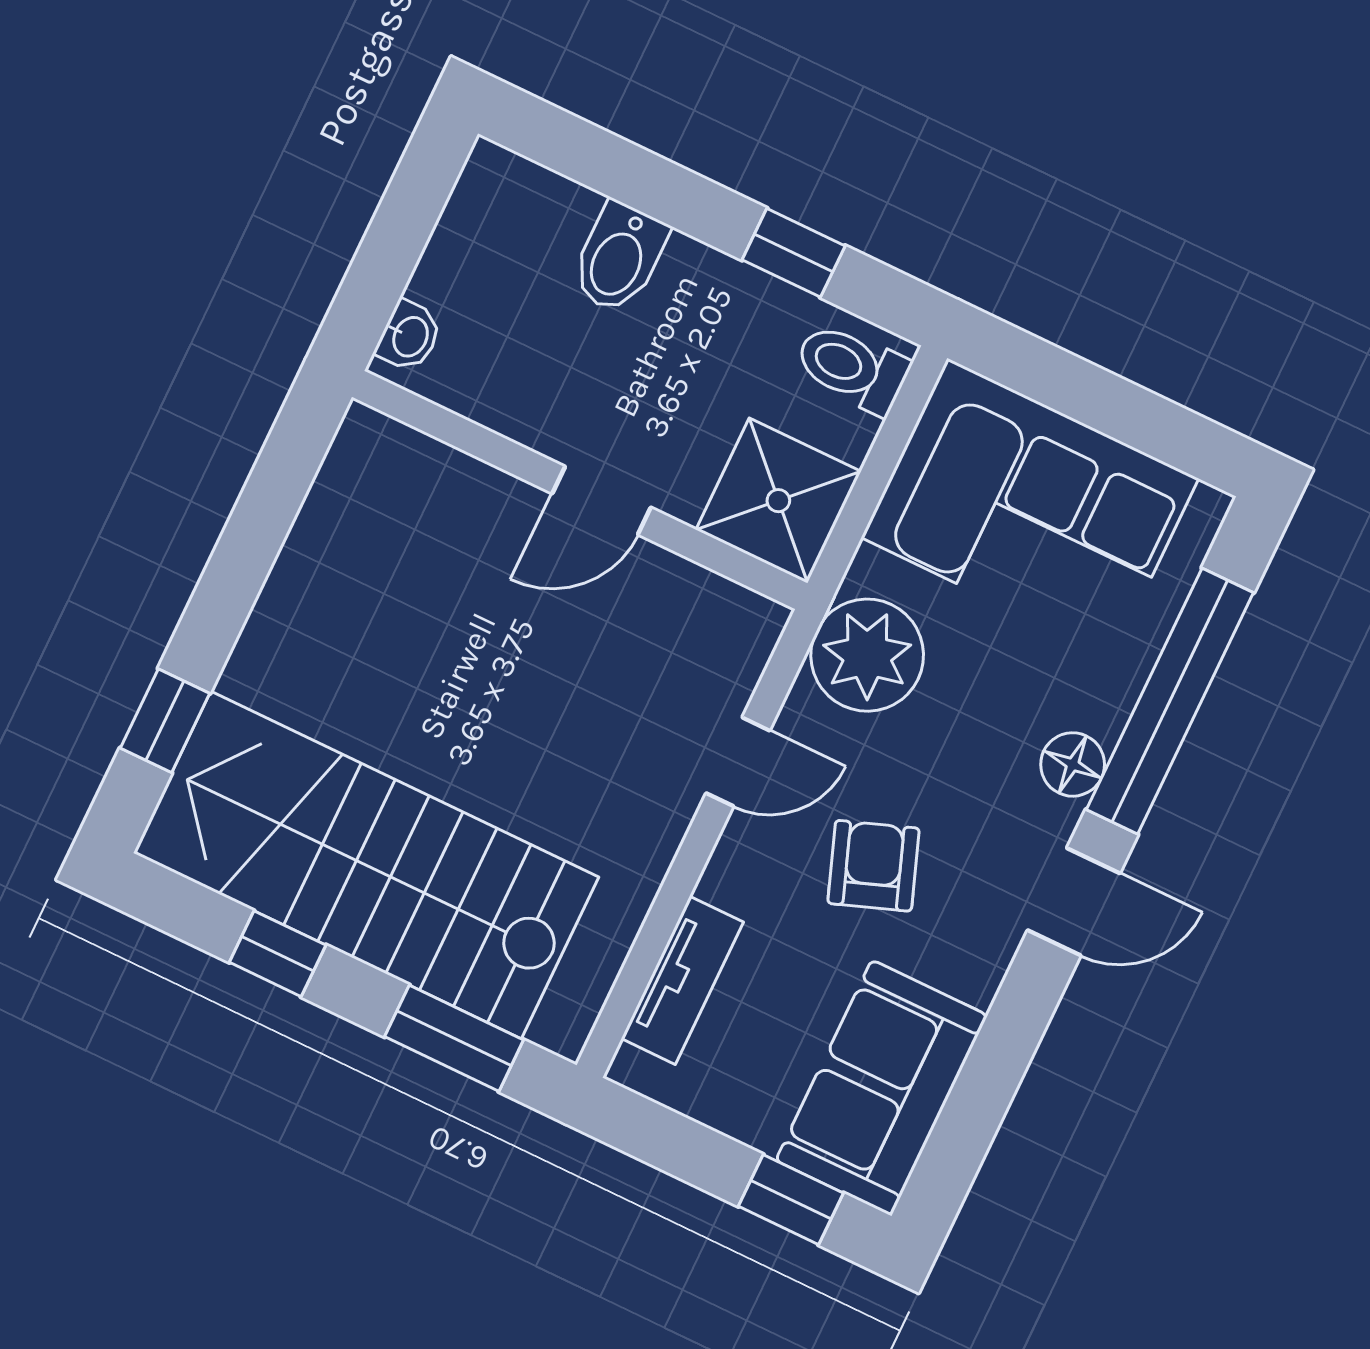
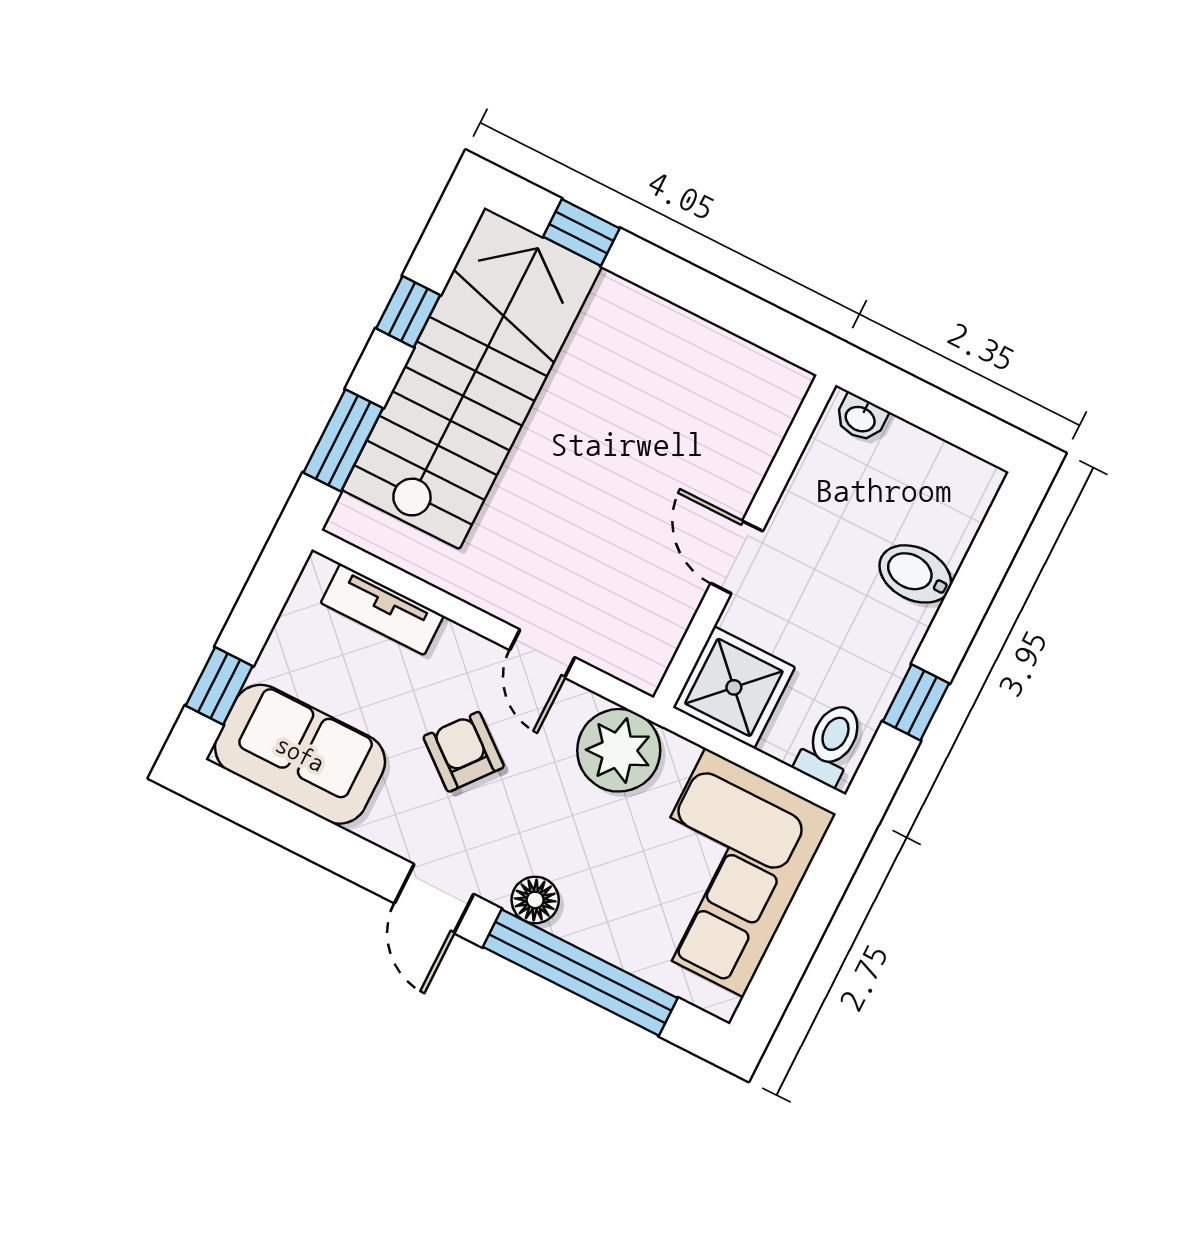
armchair: (873, 866) -> (464, 752), turned -121

